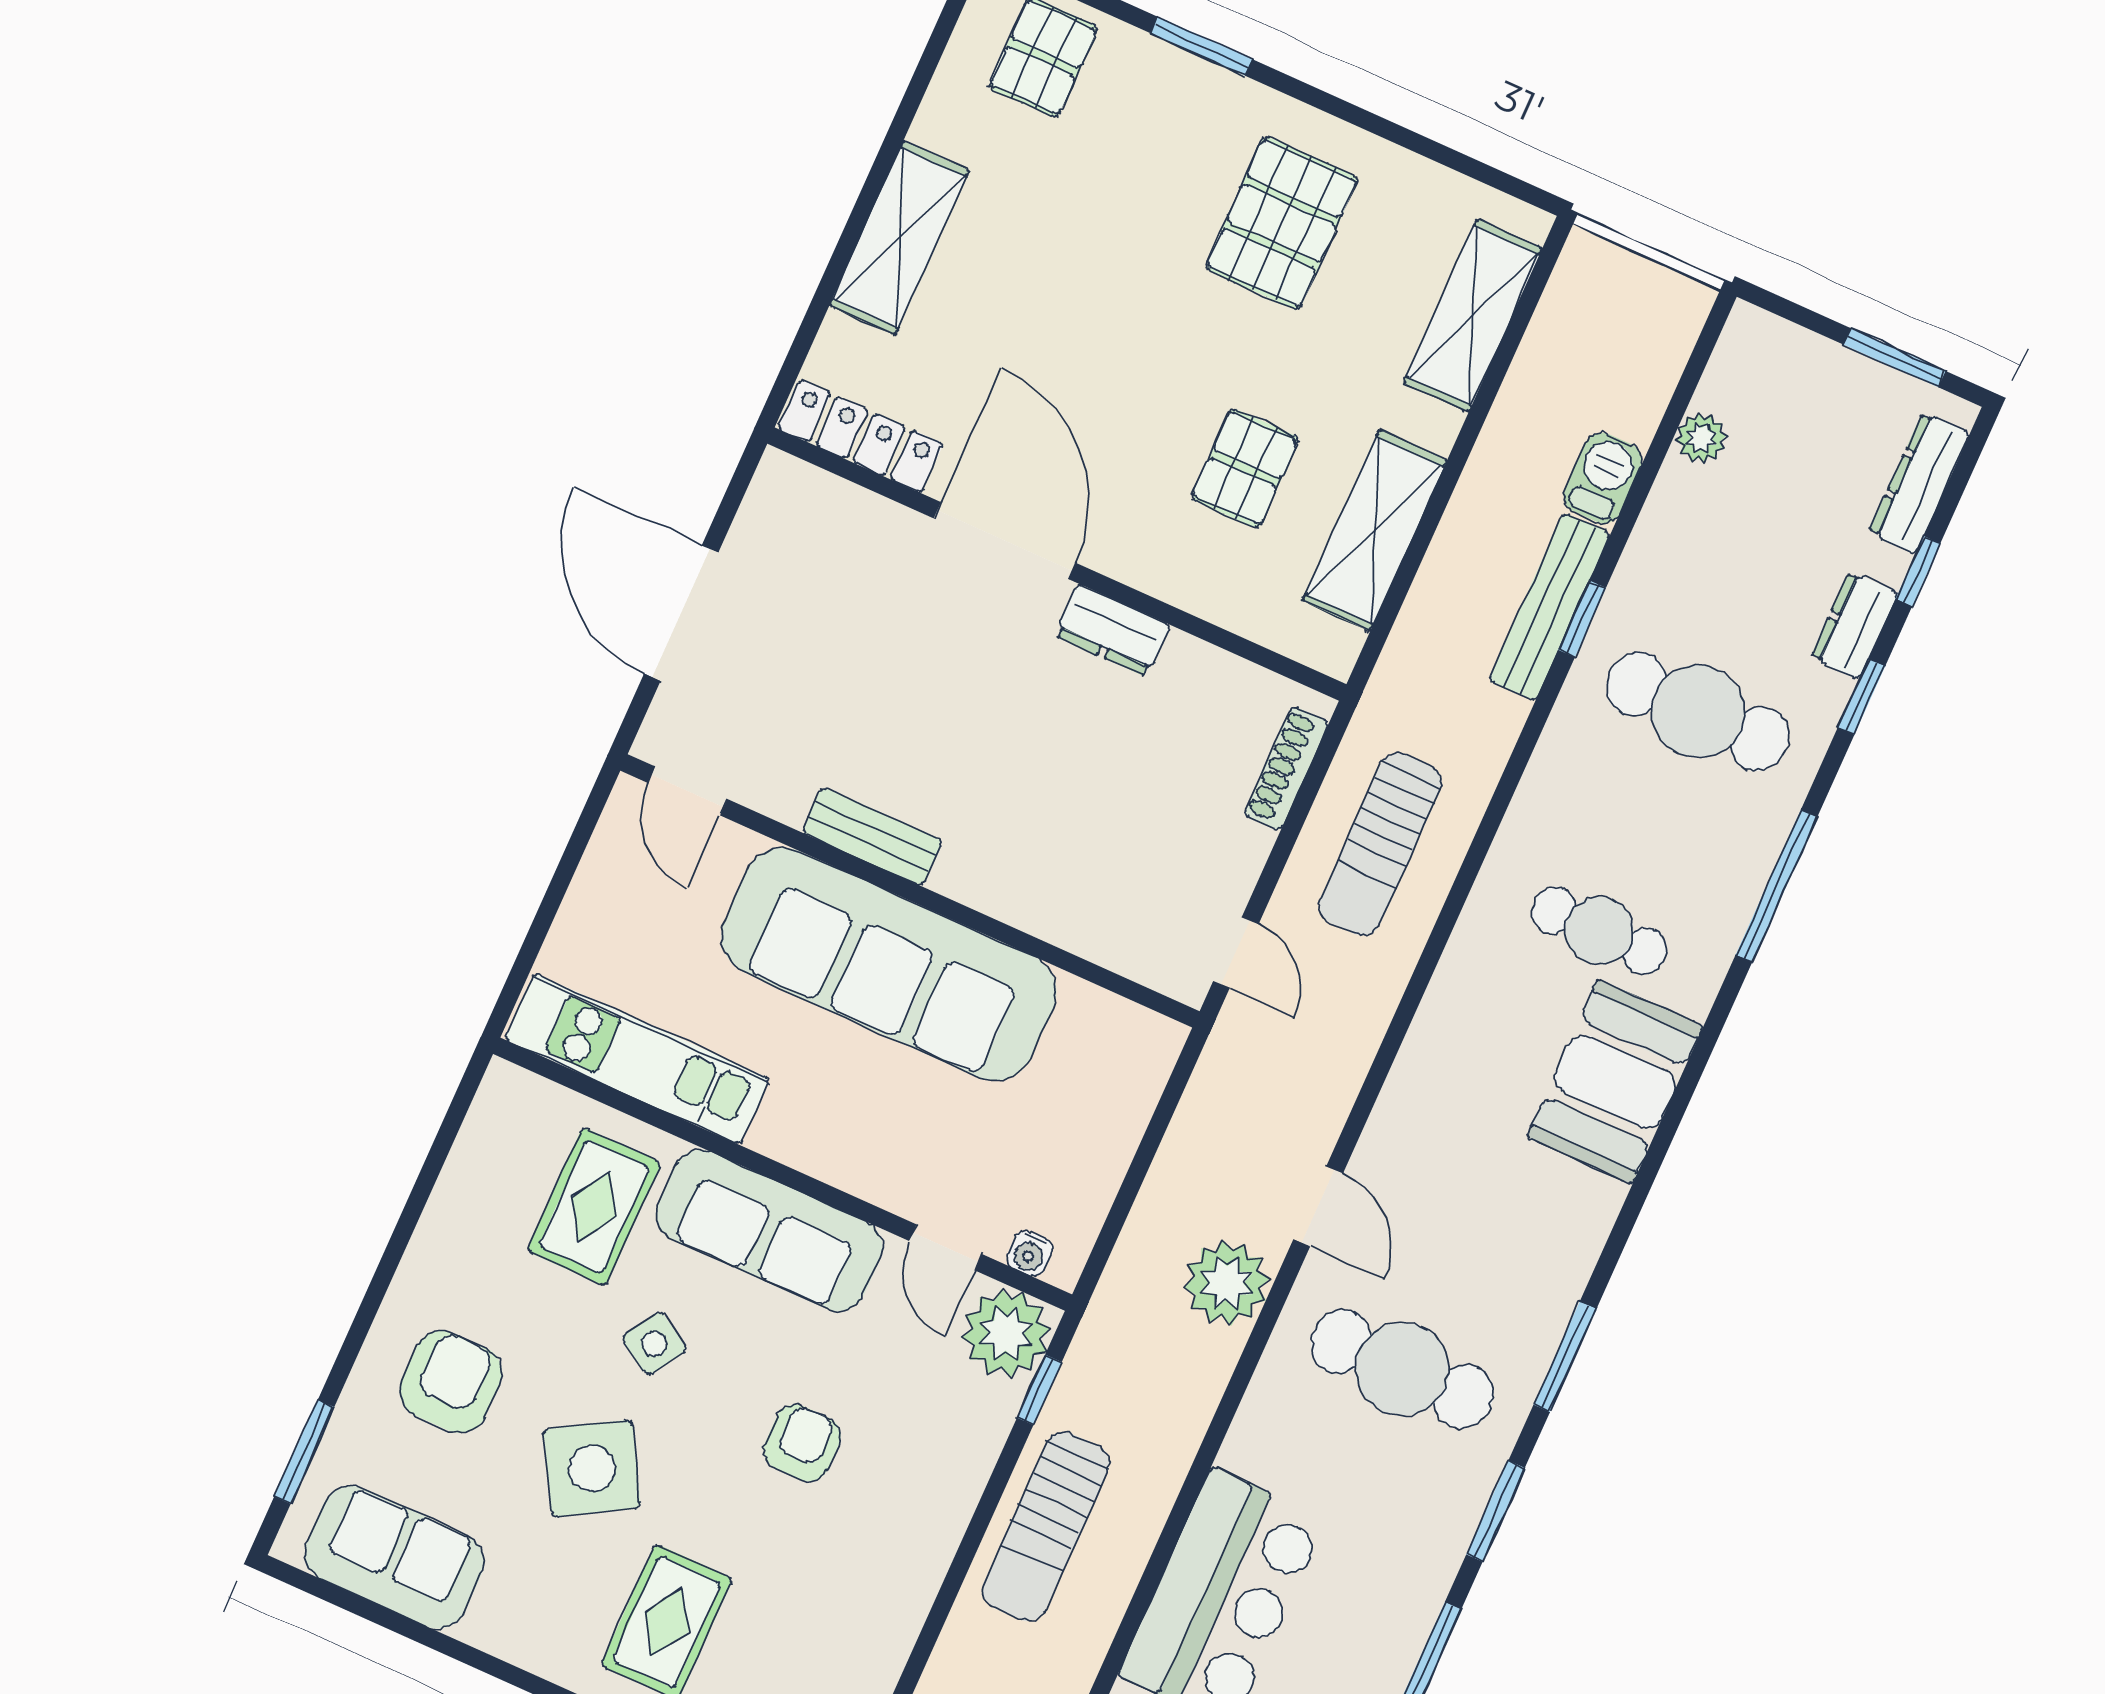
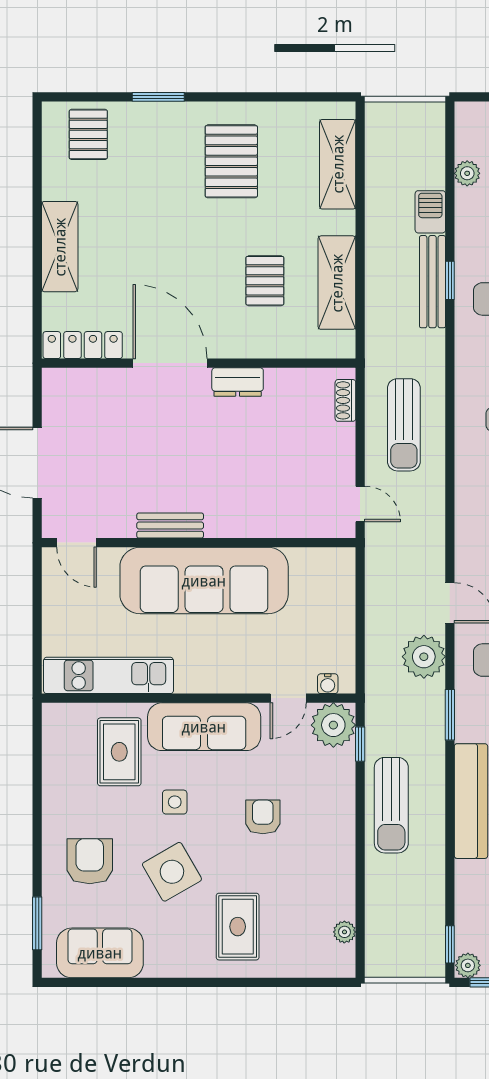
shoe rack: (1286, 768) -> (345, 400), width x0.70
door: (946, 1247) -> (288, 698), hinge flipped
side table: (654, 1344) -> (175, 802), turned -32
window: (1227, 1410) -> (450, 715), added

